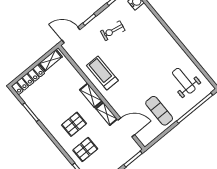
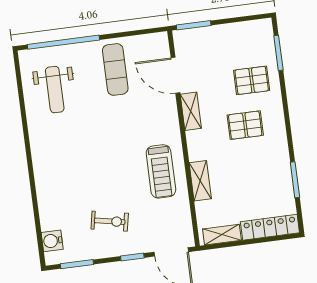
shelving: (91, 95) -> (200, 181), moved

